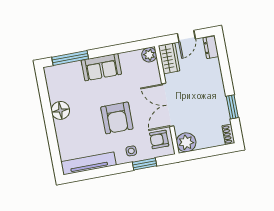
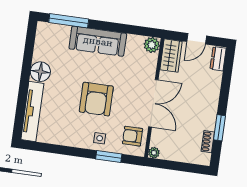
sofa: (101, 67) -> (98, 41), width x1.36
double door: (168, 105) -> (153, 103), swing flipped
shoe rack: (228, 134) -> (208, 142), moved
plant: (186, 142) -> (154, 153), width x0.53, depth x0.53
tv unit: (89, 163) -> (32, 112), moved, turned 90

